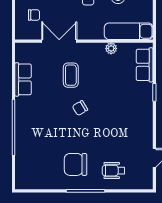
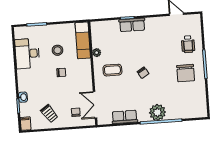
double door: (59, 41) -> (95, 105), moved
row of seats: (145, 65) -> (132, 25), moved
coffee table: (71, 75) -> (112, 70), moved
plant: (26, 123) -> (157, 112), added

